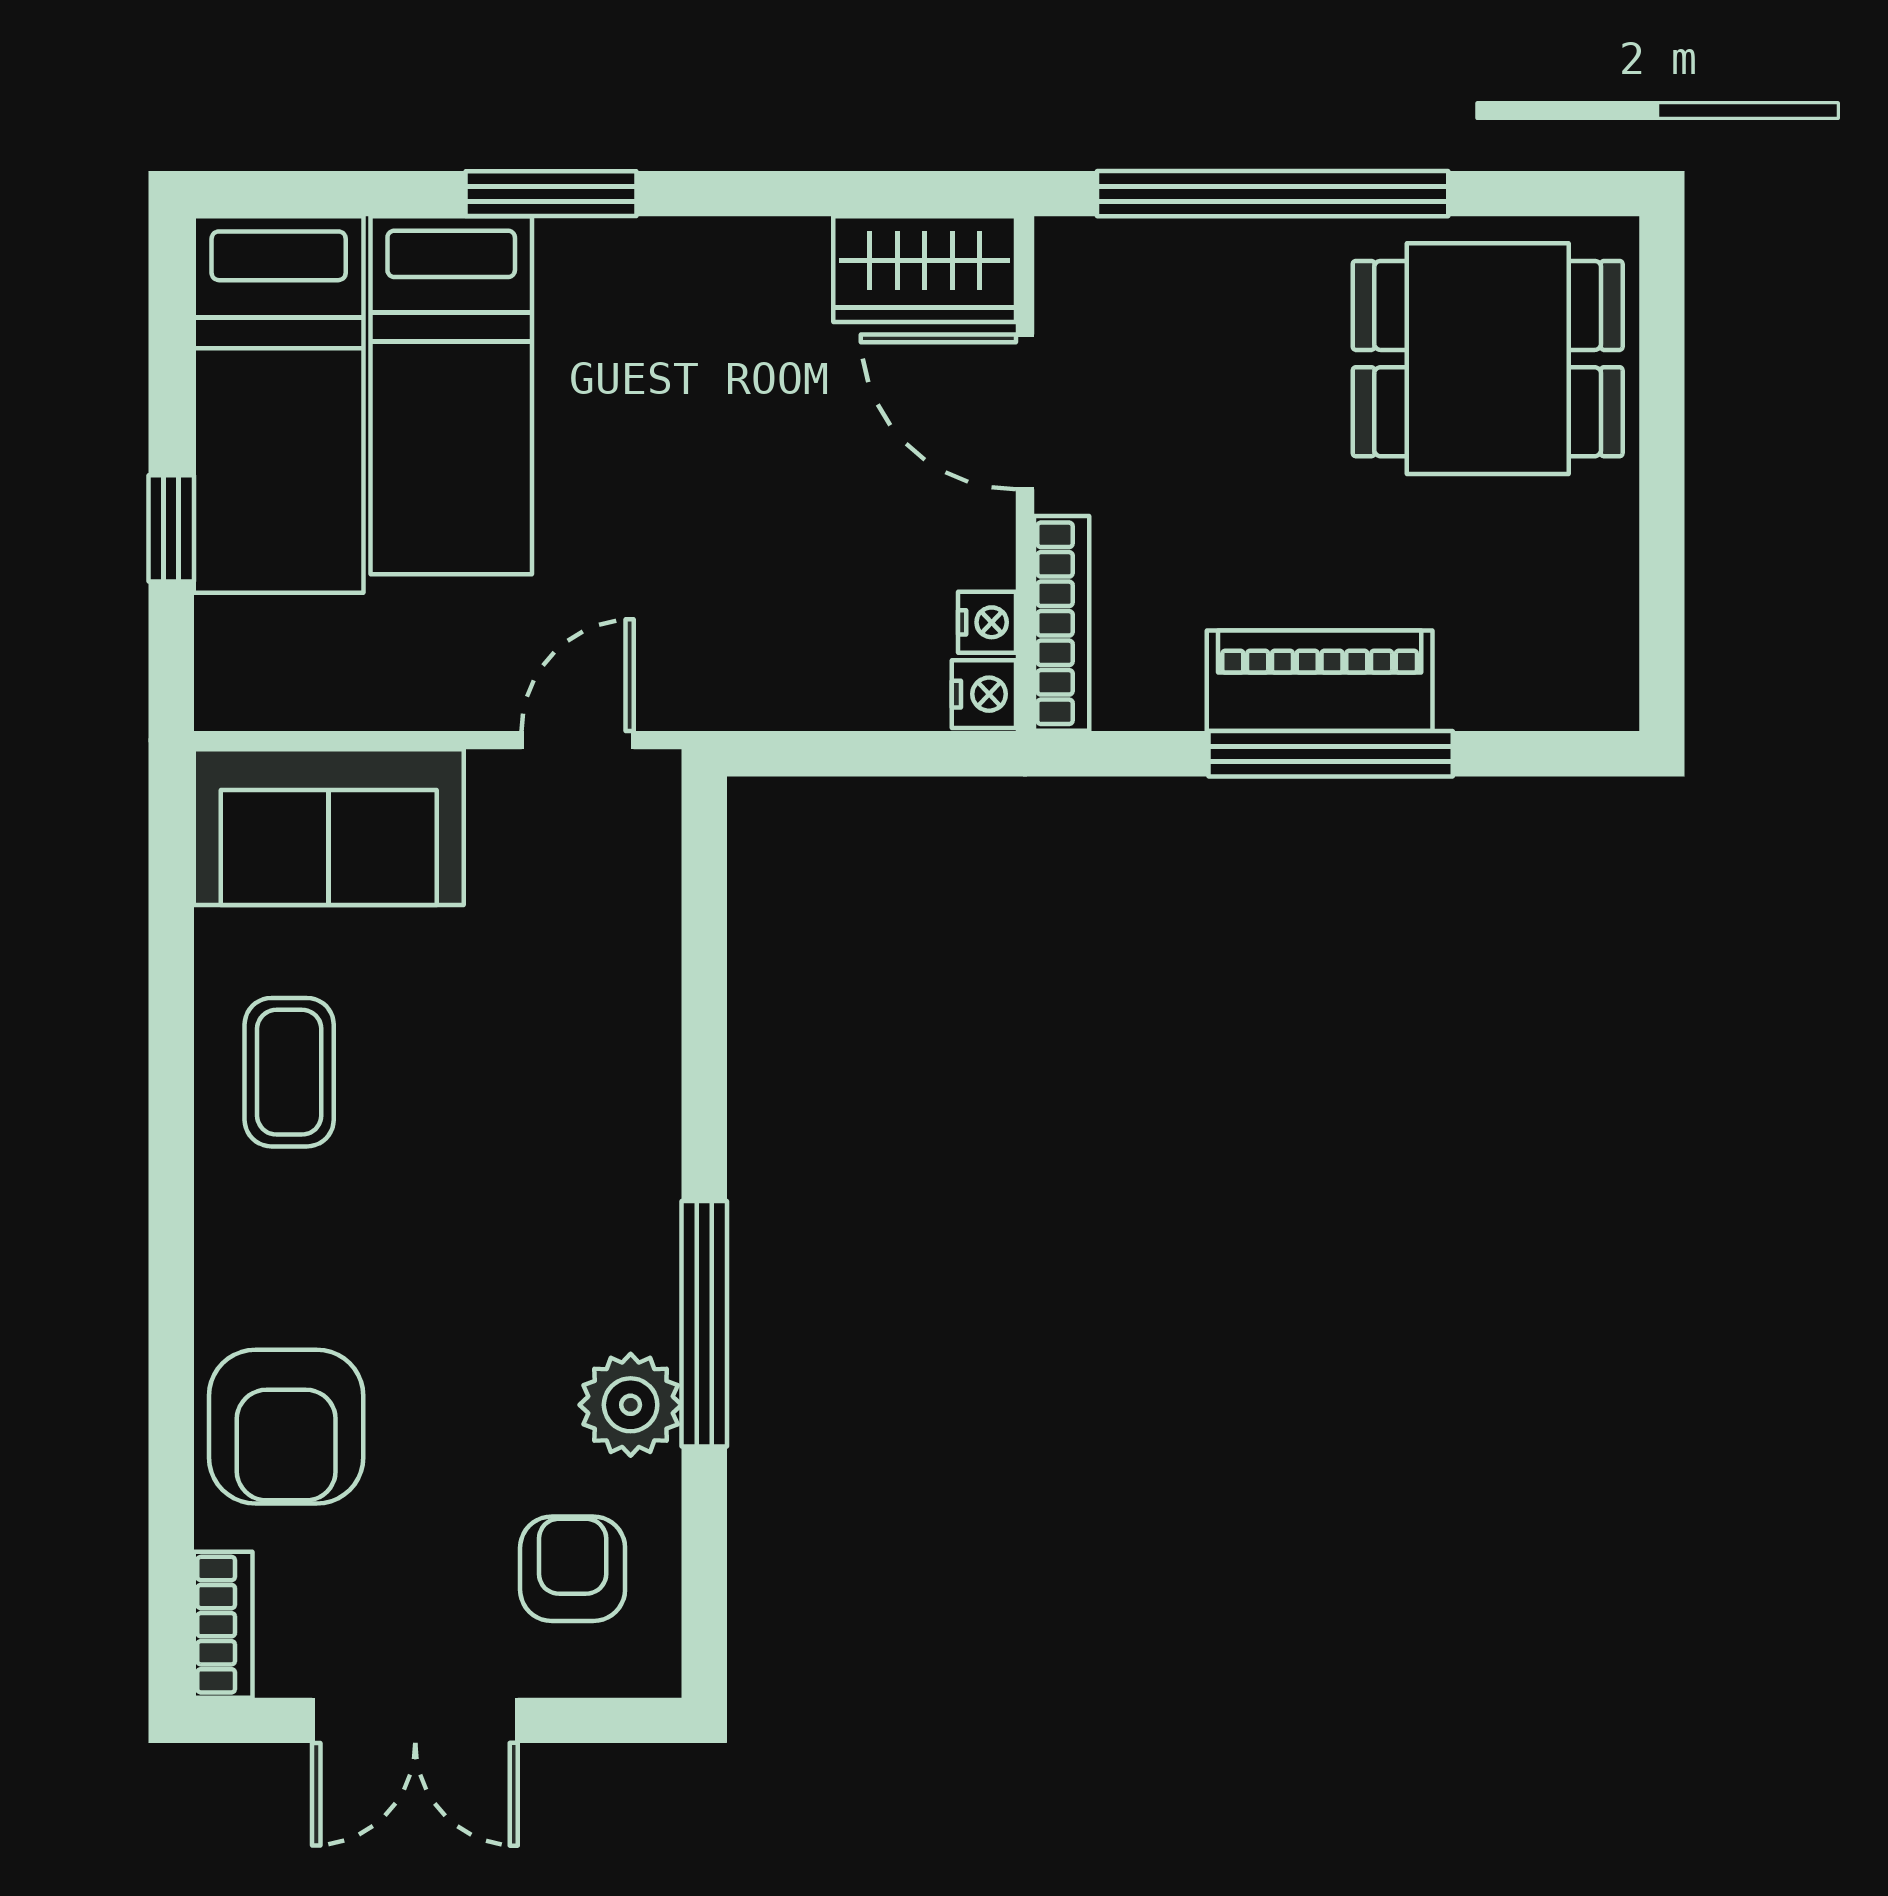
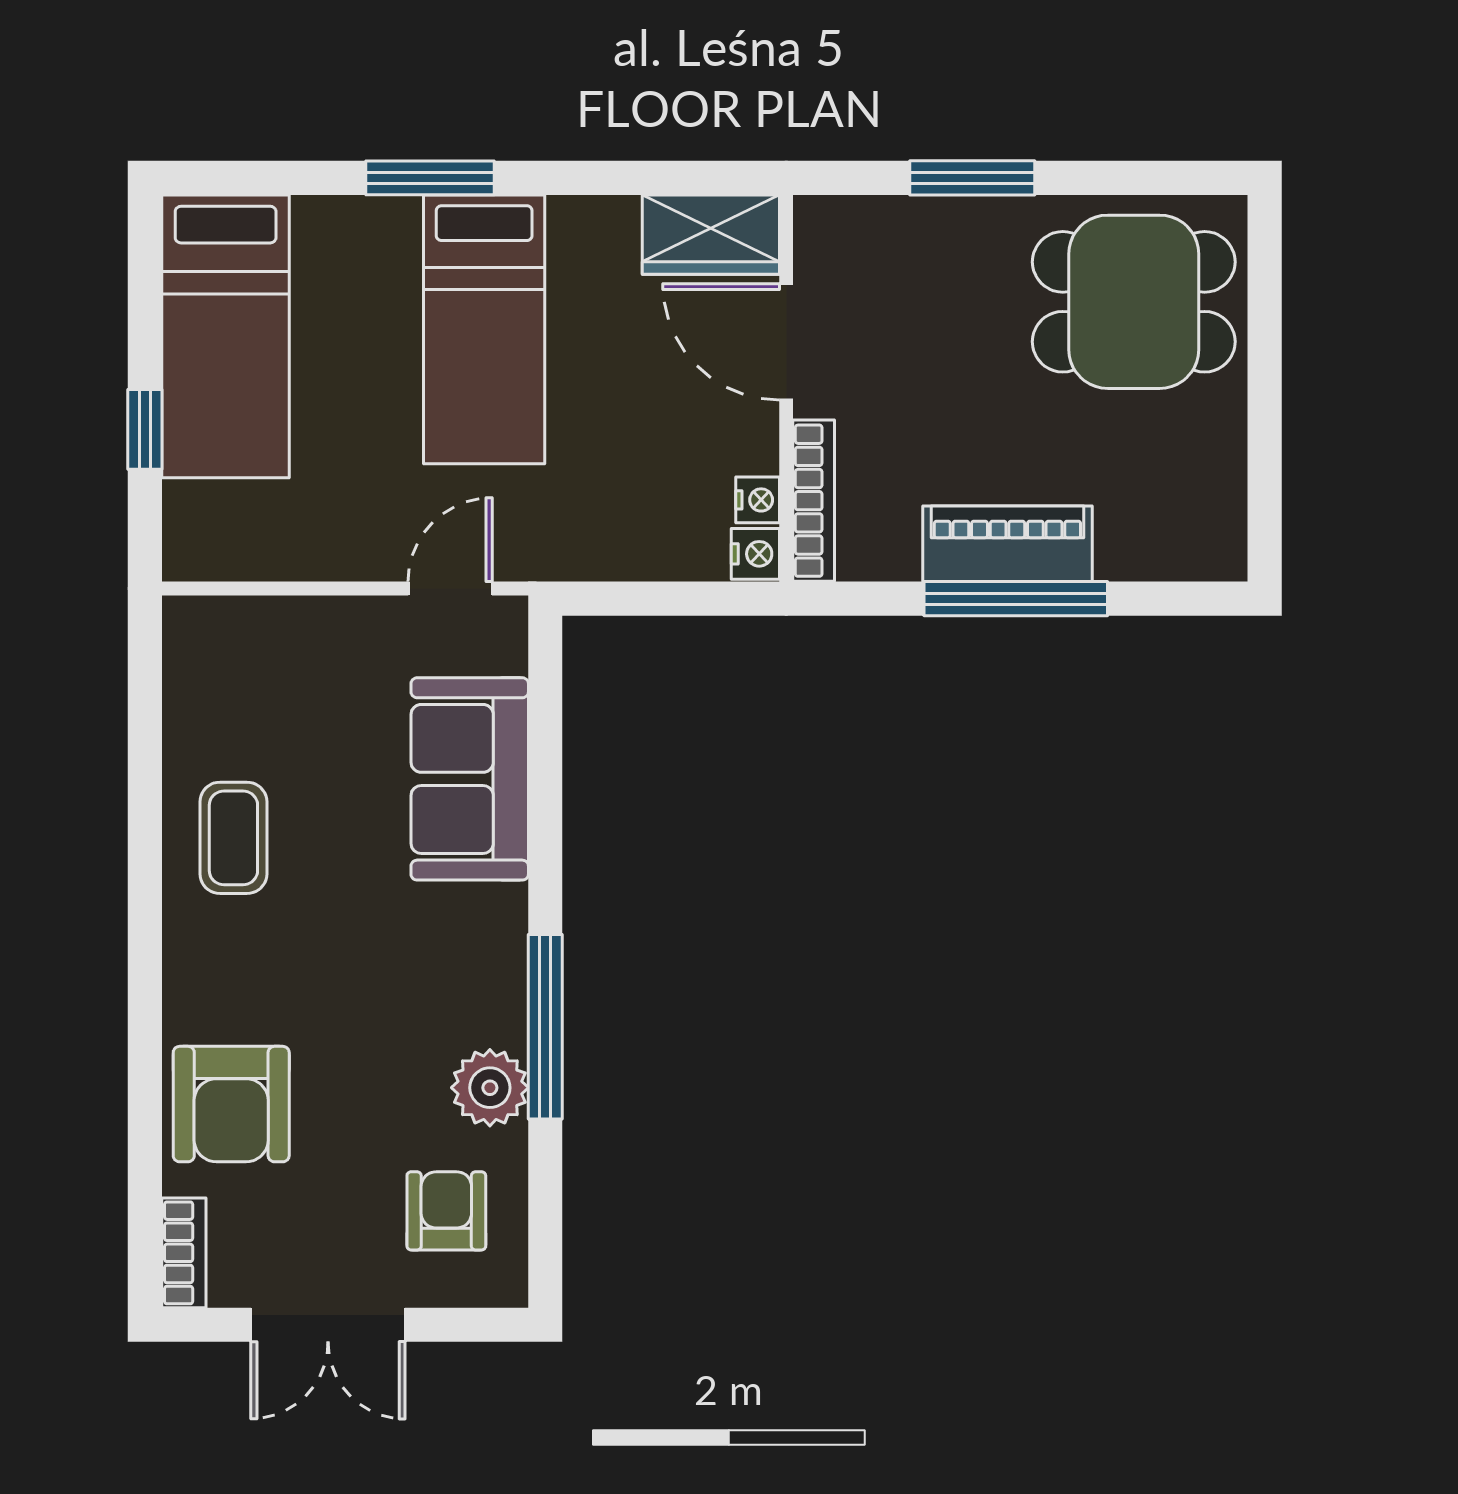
window: (1273, 194) -> (972, 178), width x0.47
bed: (451, 395) -> (484, 329), moved
sofa: (329, 827) -> (470, 779), moved, turned 90

